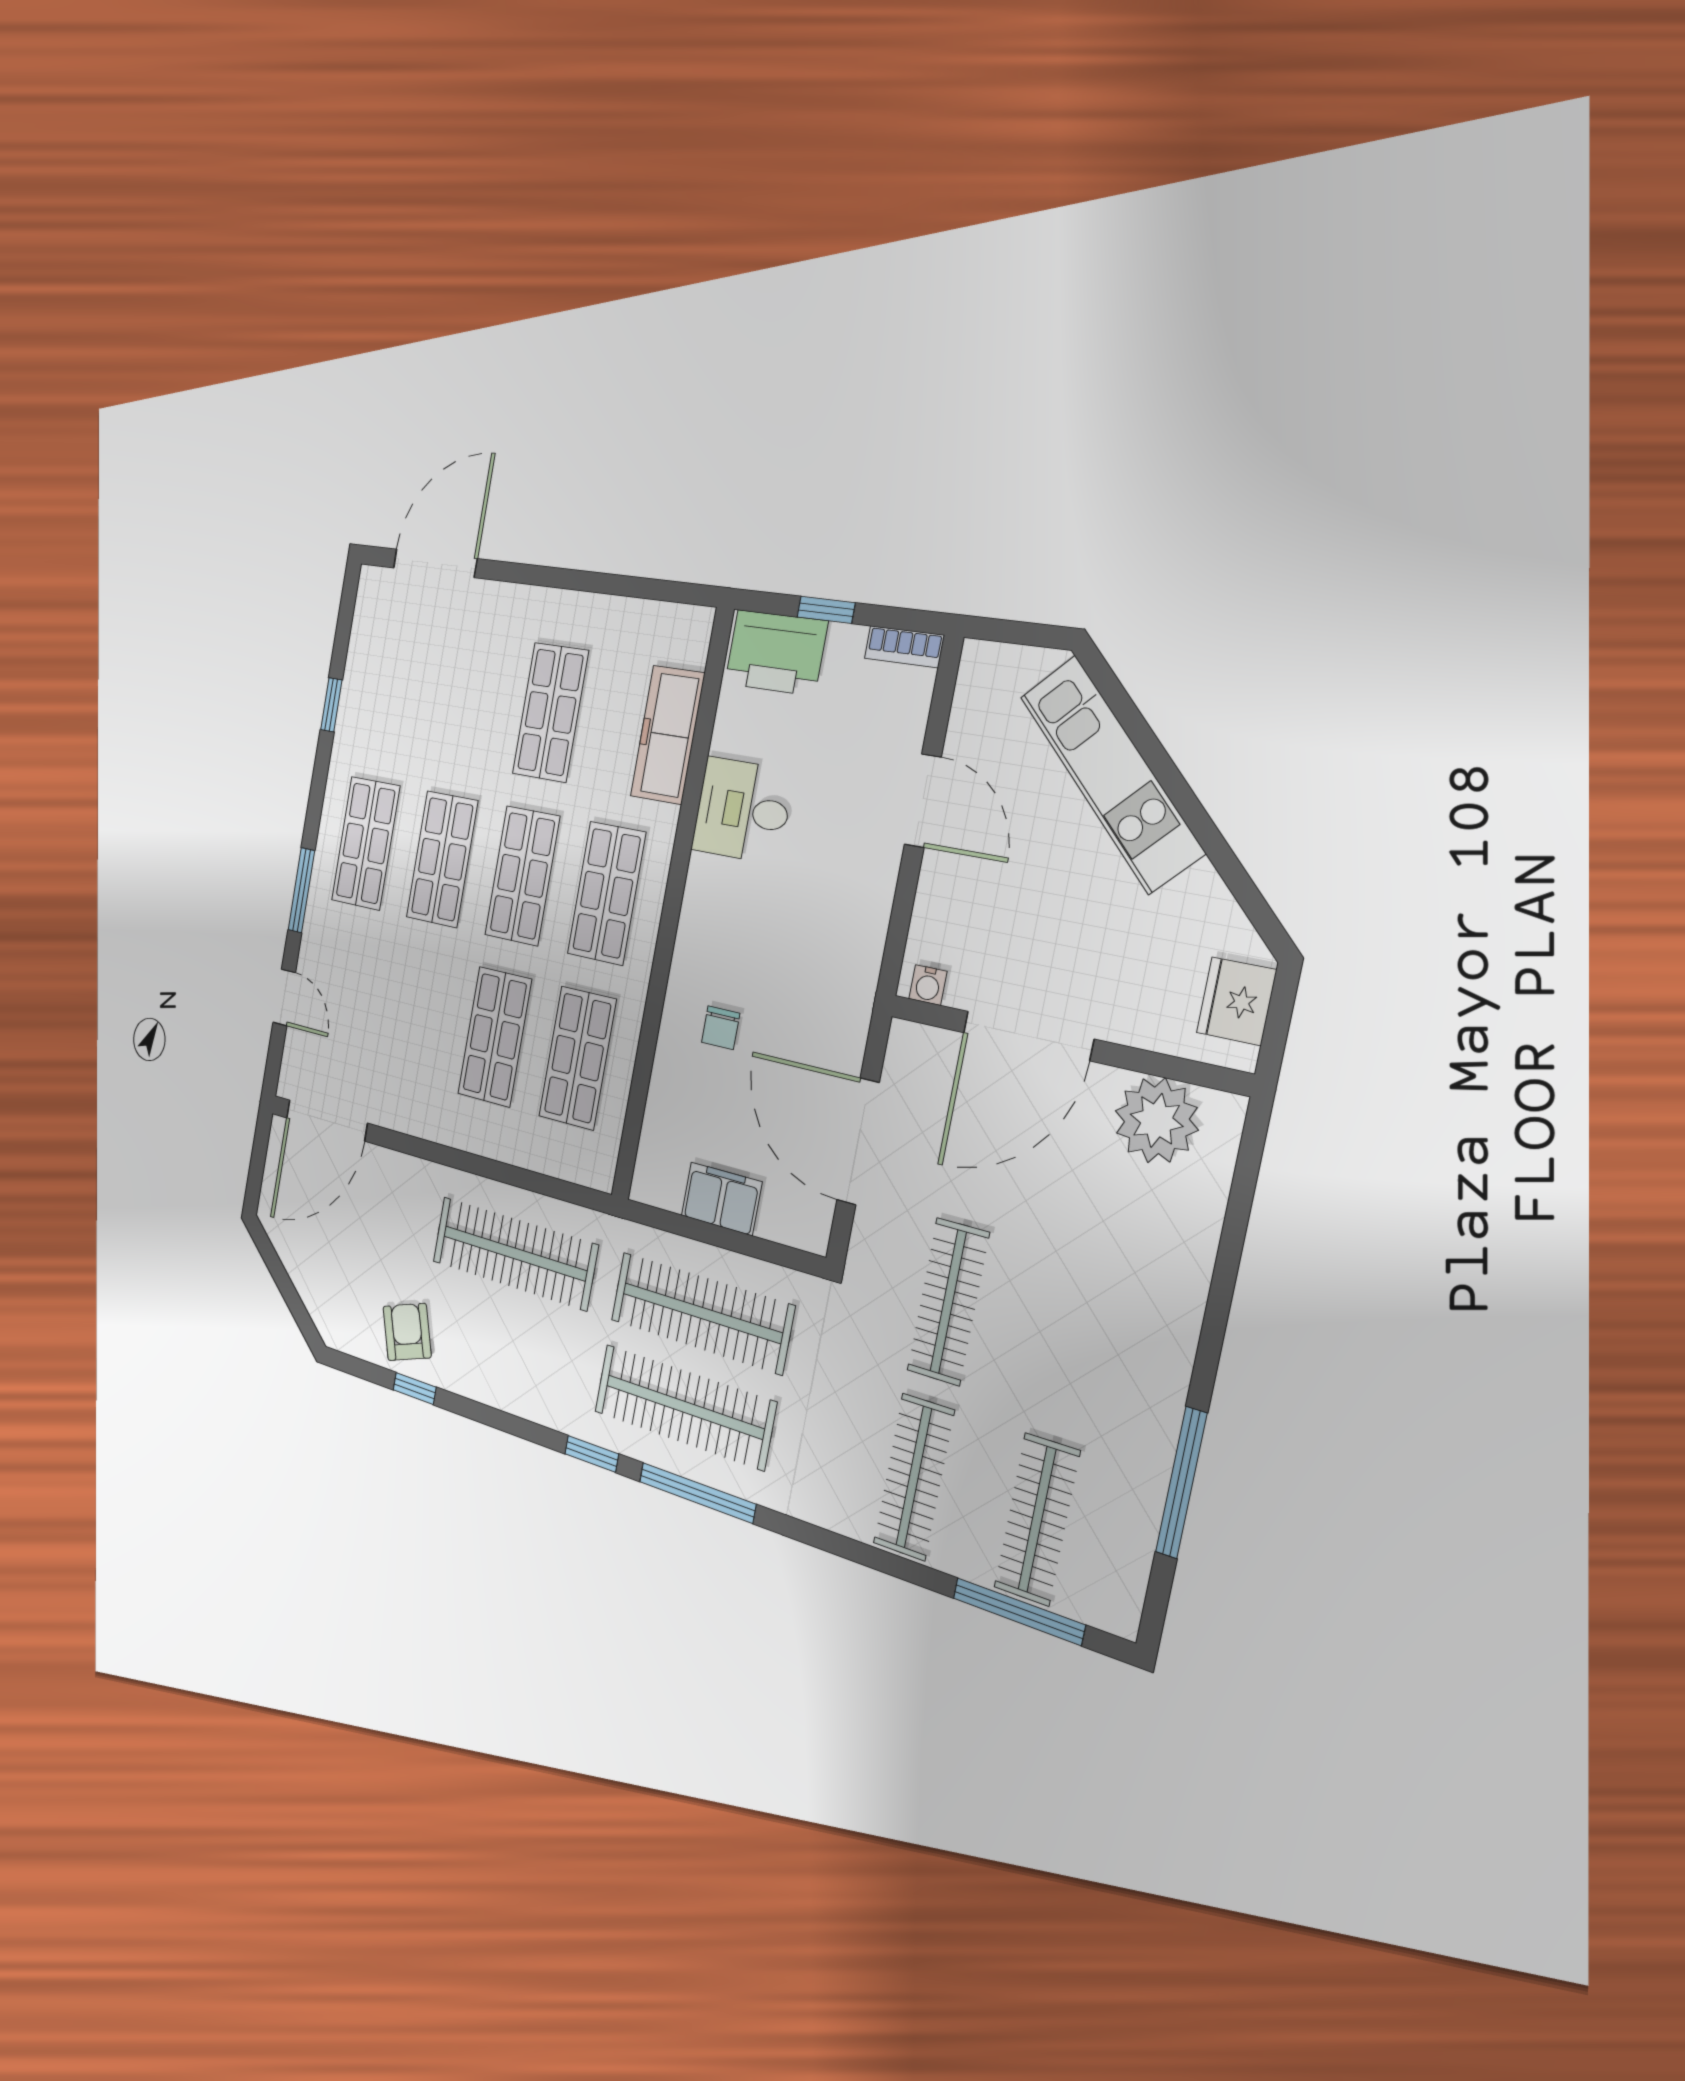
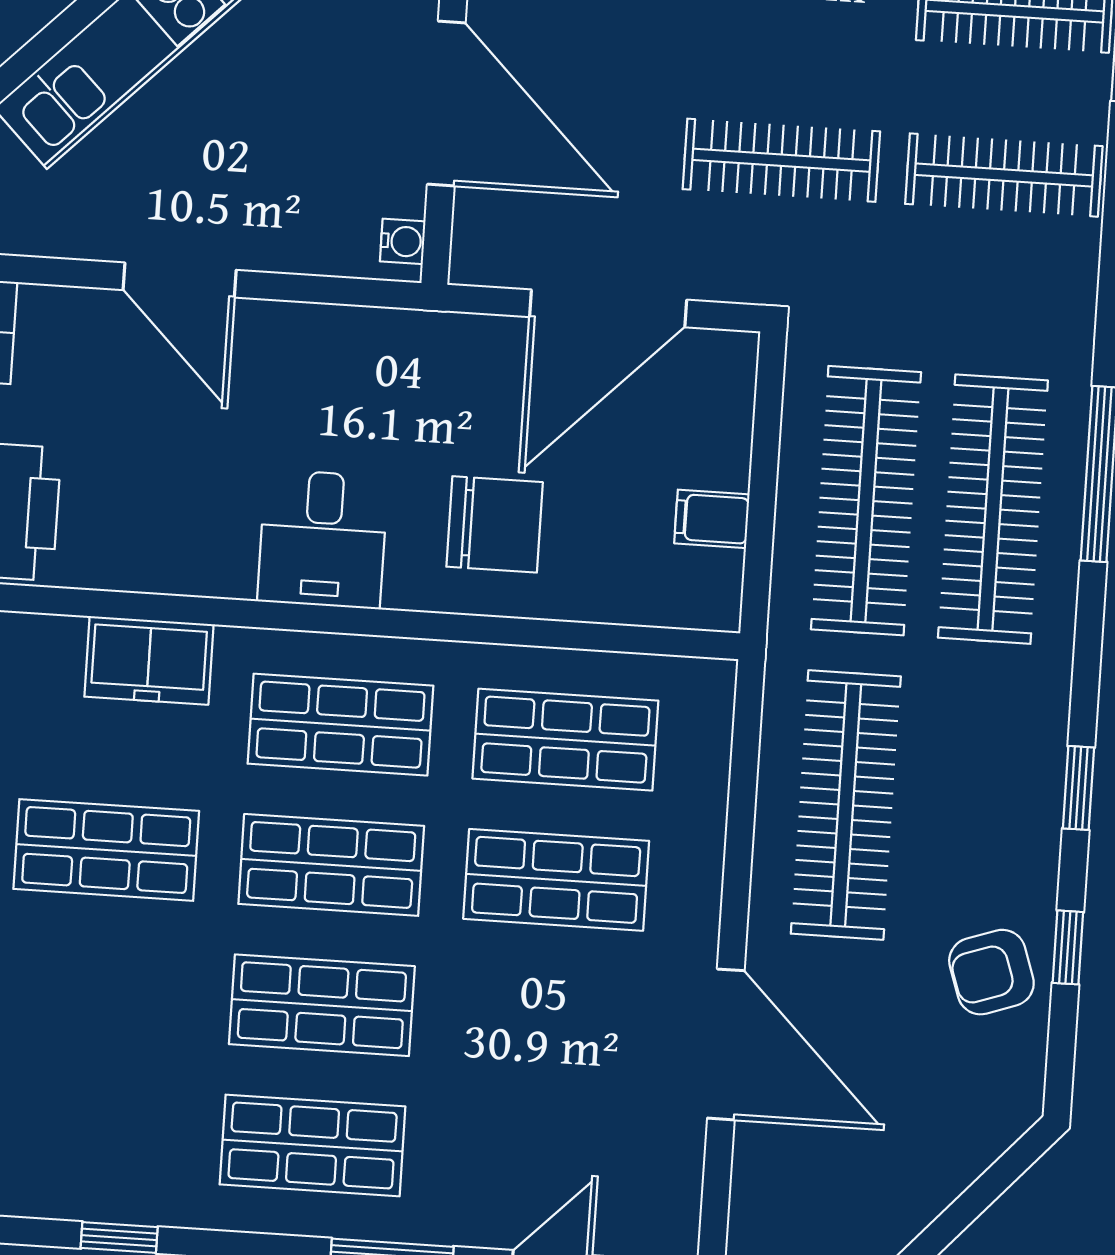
freezer: (668, 735) -> (149, 660), width x0.71
door: (923, 801) -> (180, 280), swing flipped
desk: (743, 810) -> (323, 539), moved
chair: (721, 1028) -> (495, 524), width x1.87, depth x1.87
door: (327, 1120) -> (726, 1044), moved
filing cabinet: (722, 1199) -> (712, 519), width x0.50
window: (592, 1454) -> (1078, 788), moved

